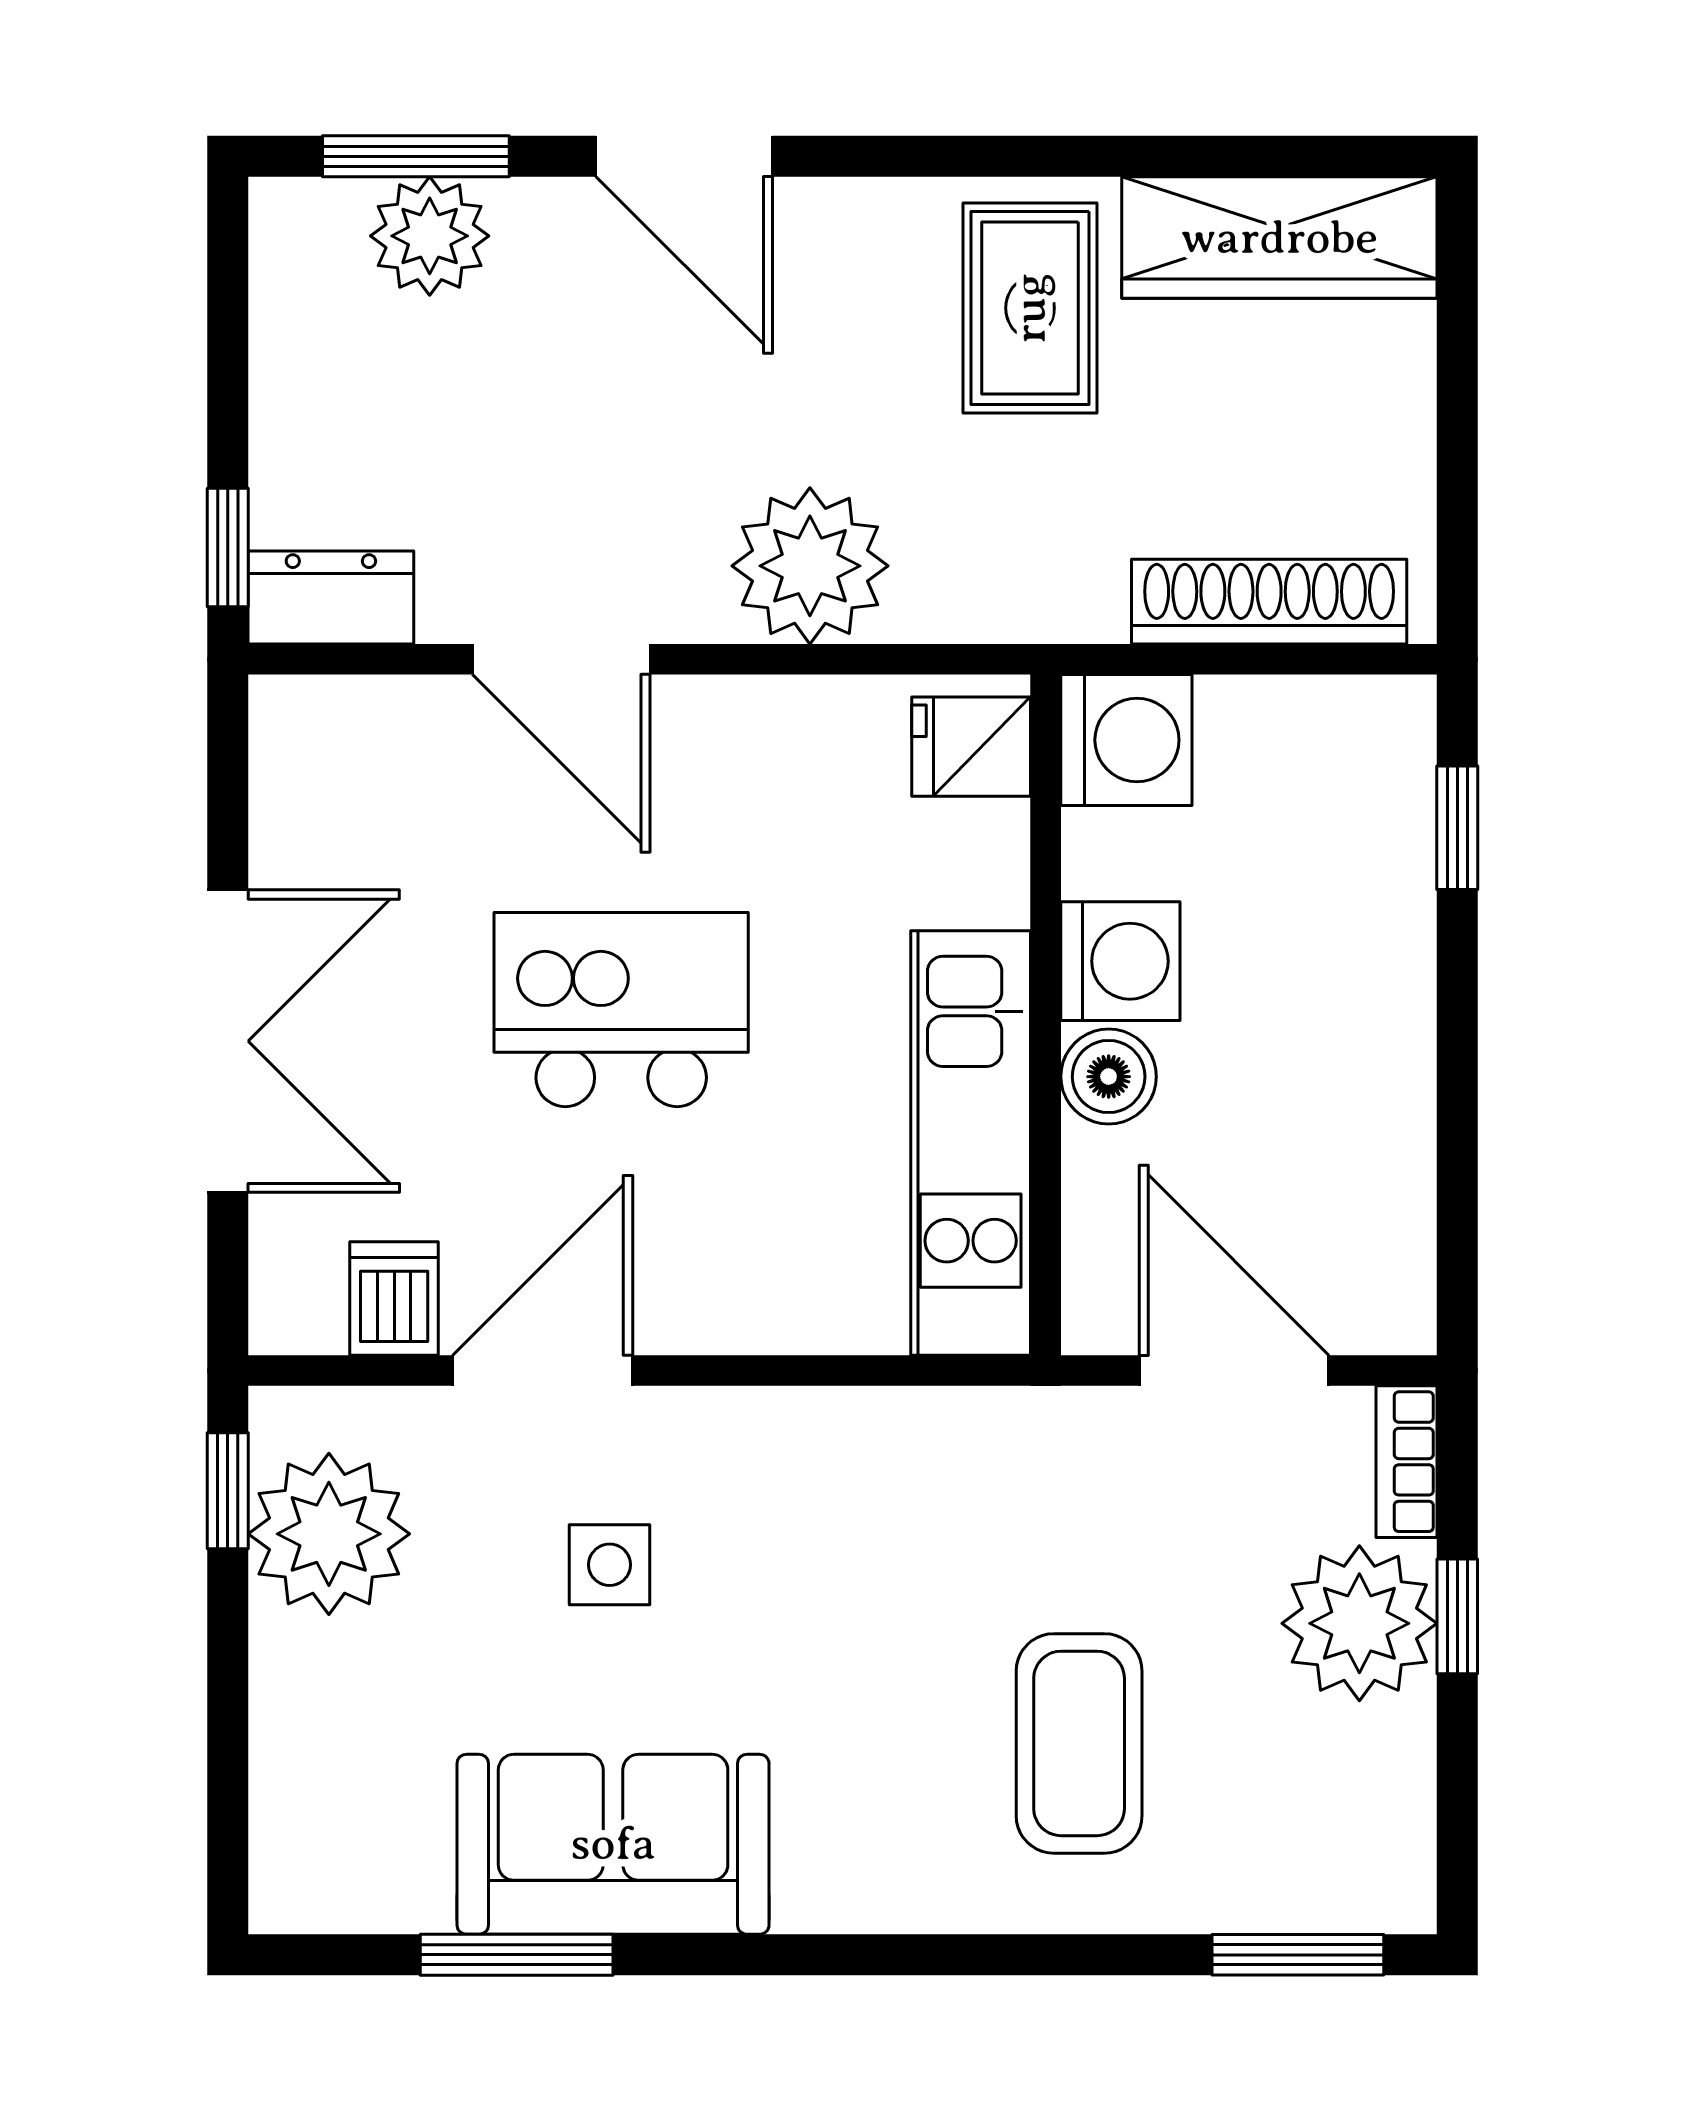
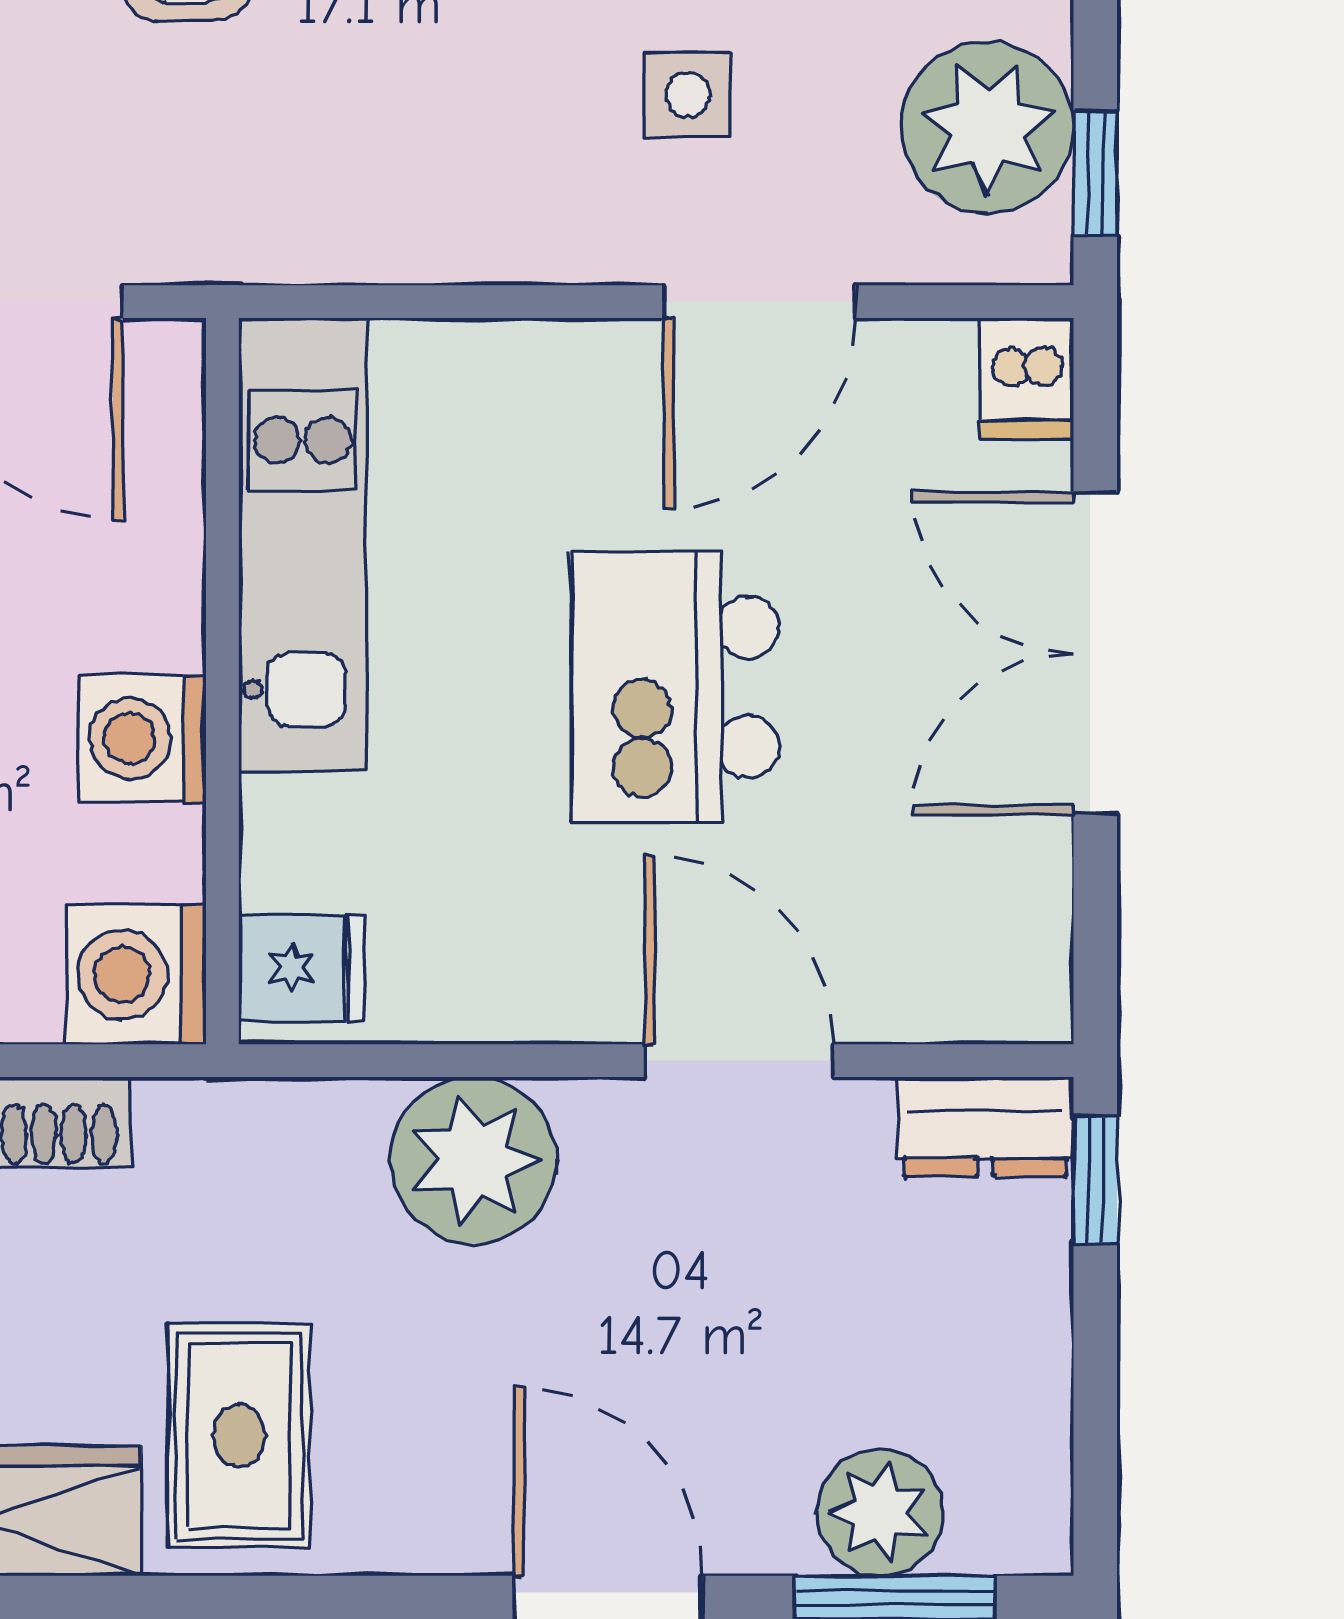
kitchen island: (621, 1010) -> (675, 687), turned 90
boiler: (1109, 1077) -> (155, 615), removed
dishwasher: (394, 1298) -> (1026, 379), moved

